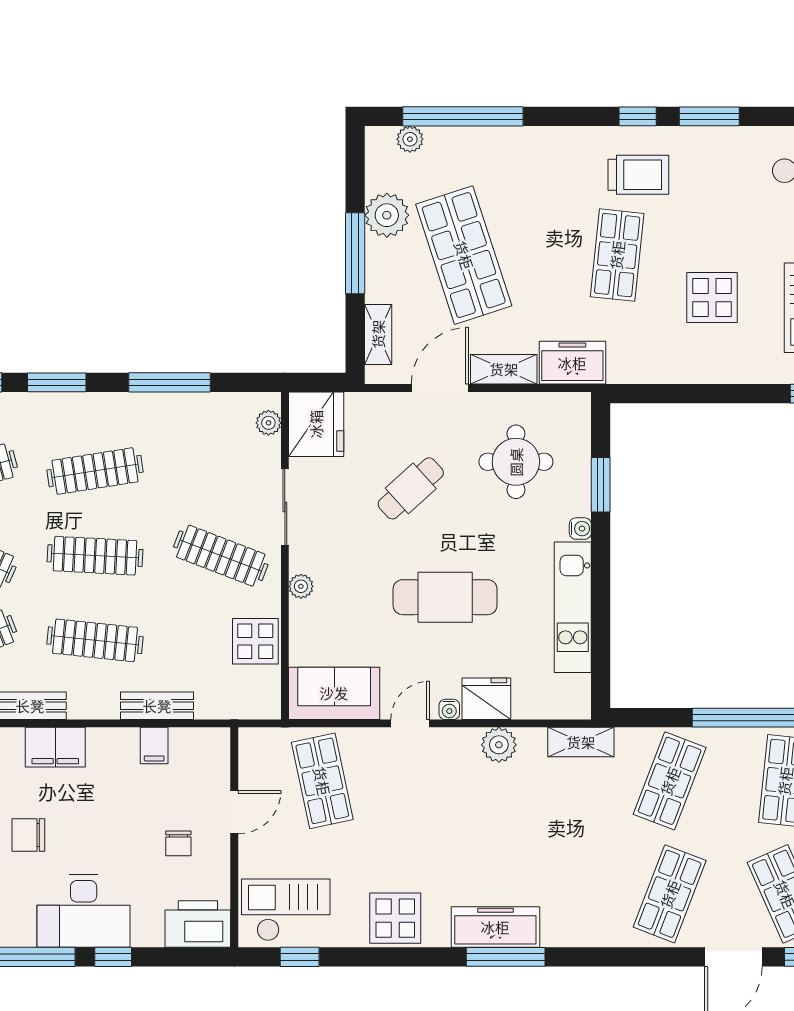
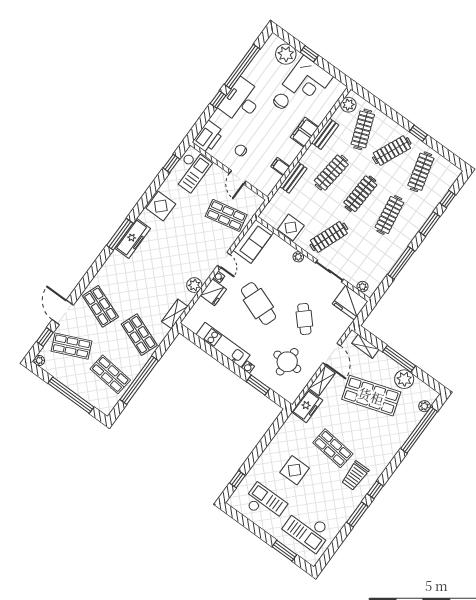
cafe table: (445, 597) -> (258, 304), turned -70

